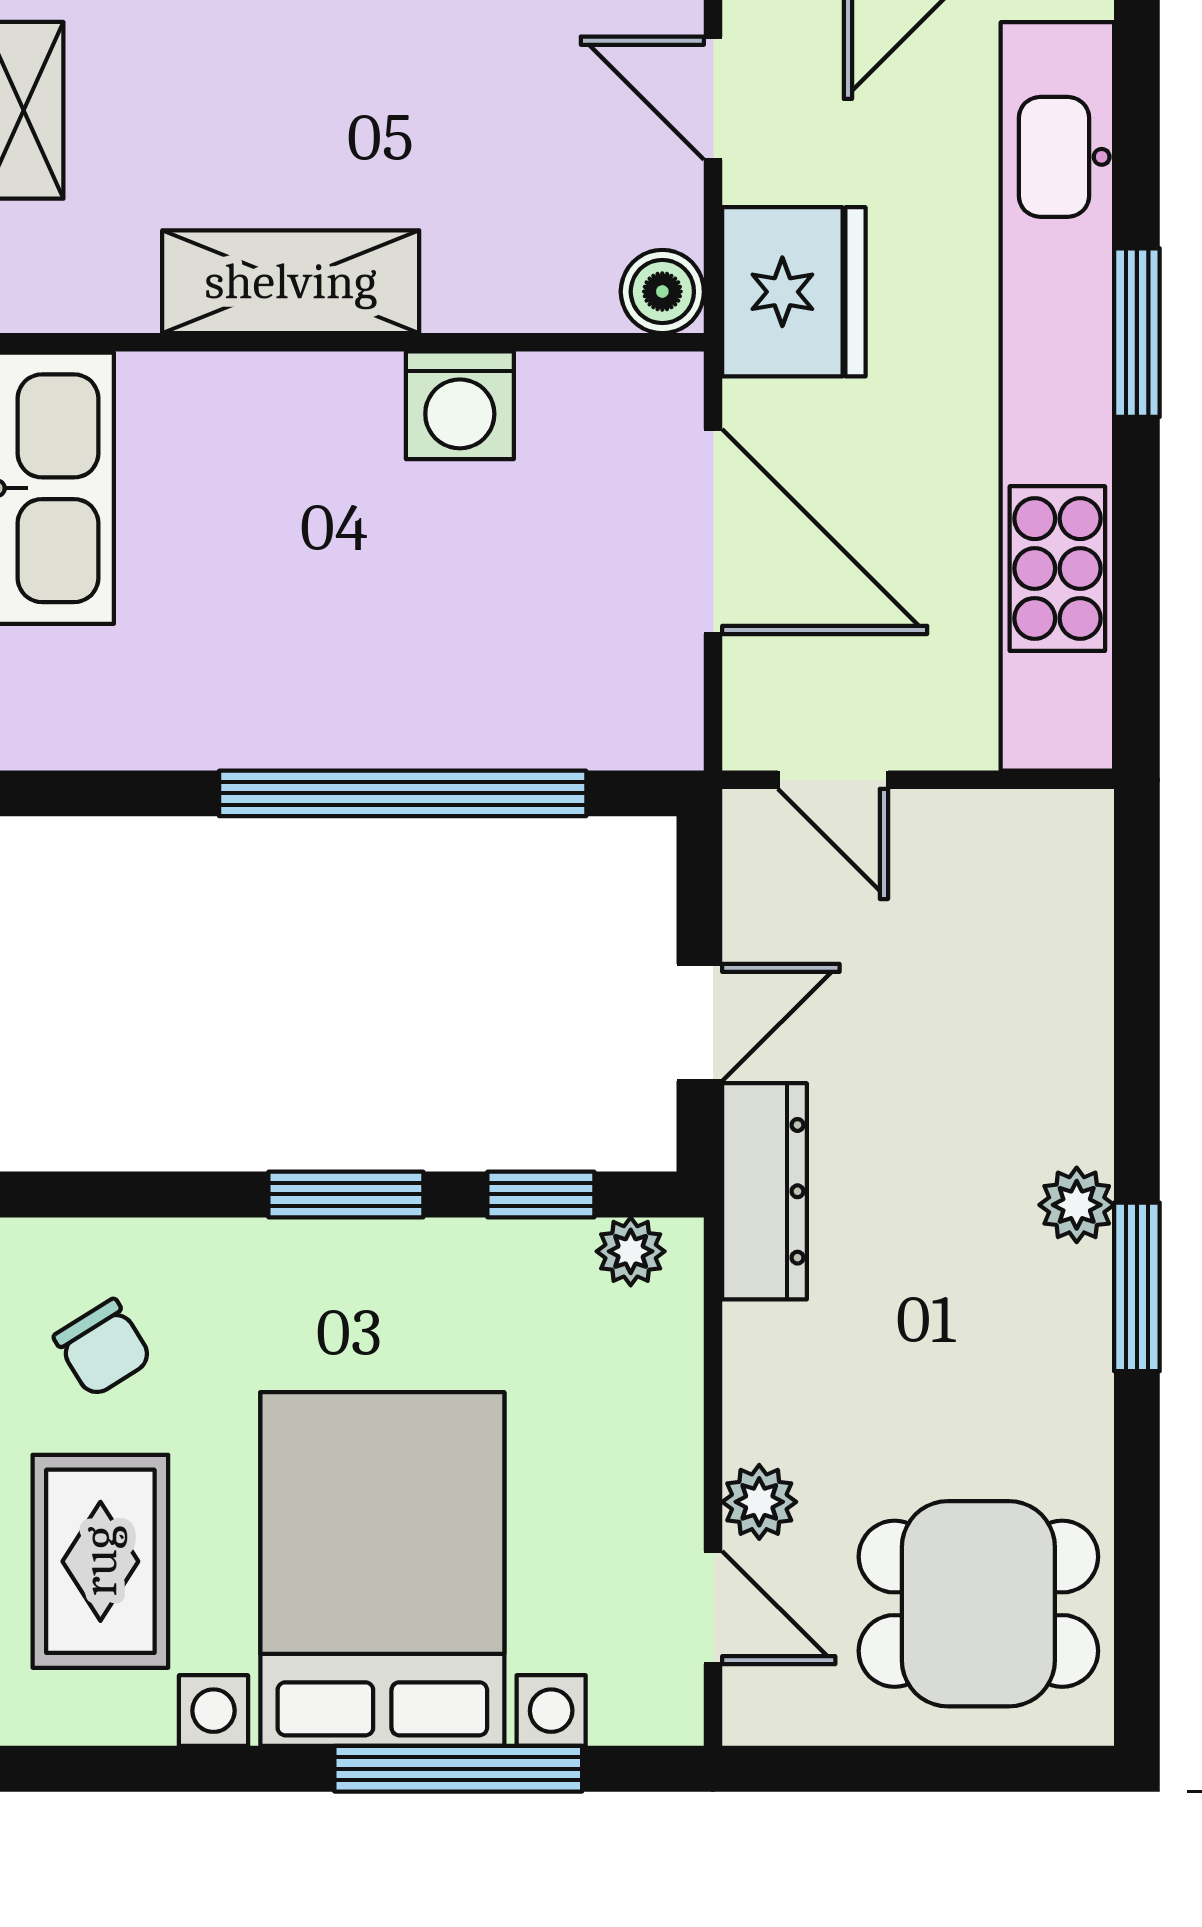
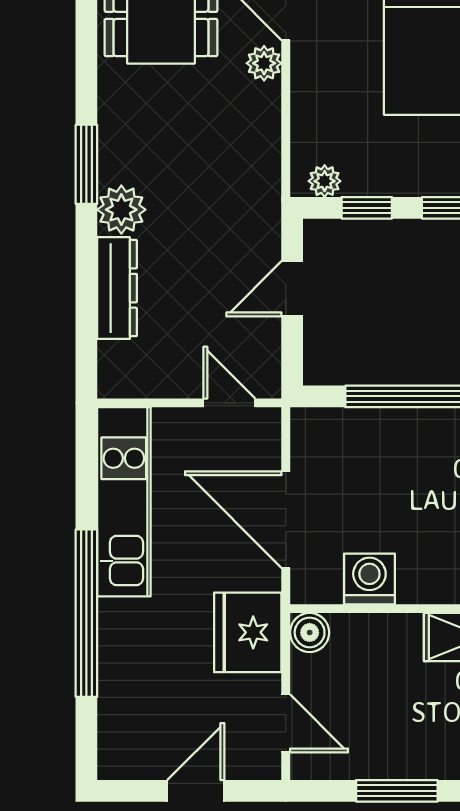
window: (1137, 333) -> (86, 613), width x2.11
kitchen unit: (1057, 396) -> (124, 502), width x0.54
washing machine: (460, 405) -> (369, 579), moved
dresser: (764, 1191) -> (117, 288), moved, turned 180
plant: (1077, 1205) -> (121, 210), width x1.38, depth x1.38

